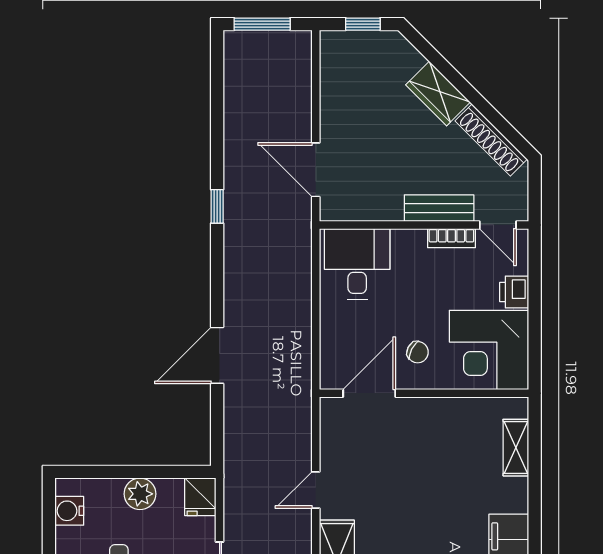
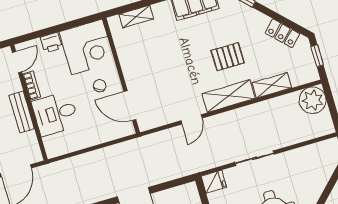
bench: (439, 208) -> (22, 112), moved
desk: (357, 264) -> (55, 114), moved
door: (316, 490) -> (192, 119), hinge flipped

